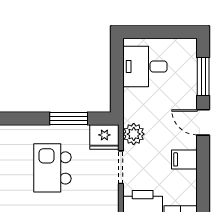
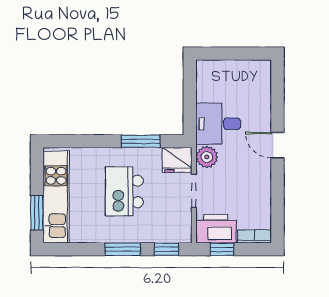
desk: (145, 67) -> (218, 124), moved
window: (203, 76) -> (277, 99), removed
filing cabinet: (184, 159) -> (258, 183), removed

